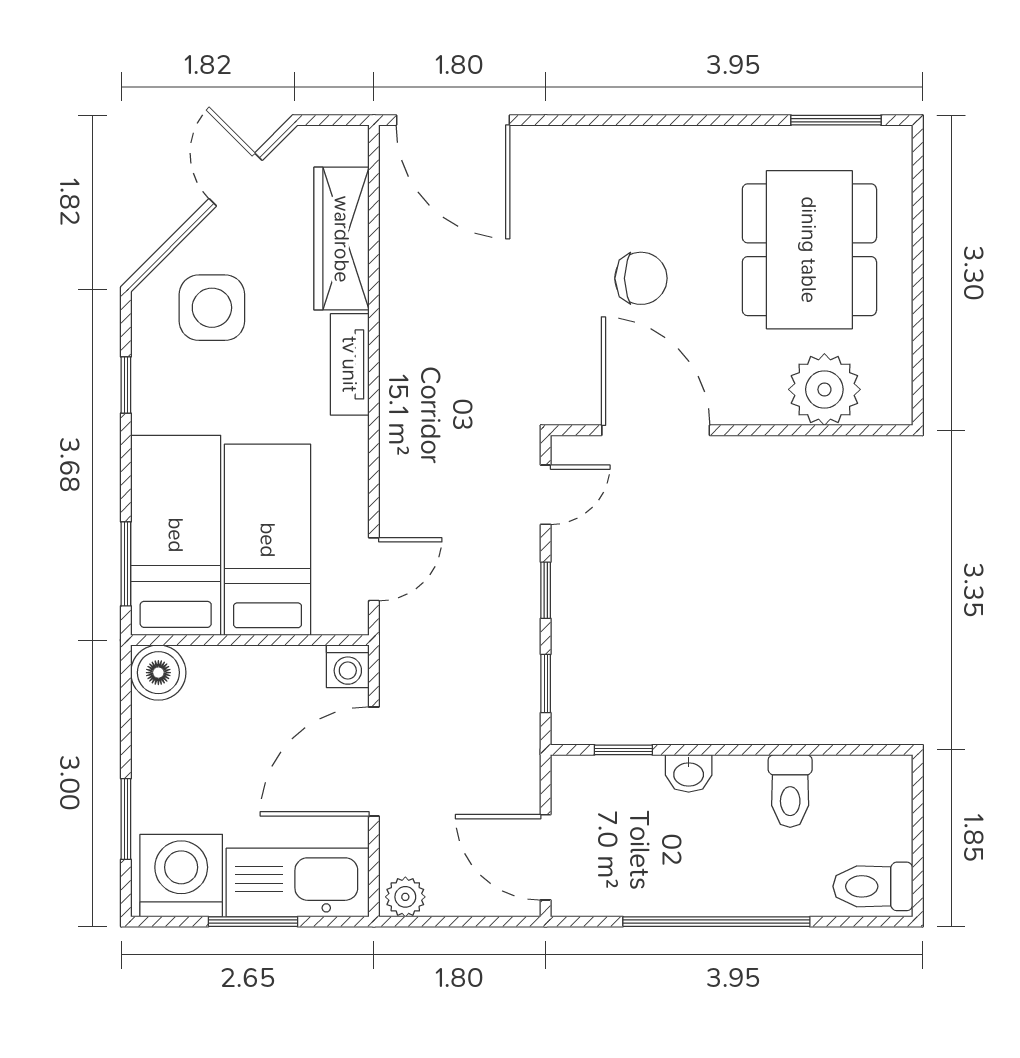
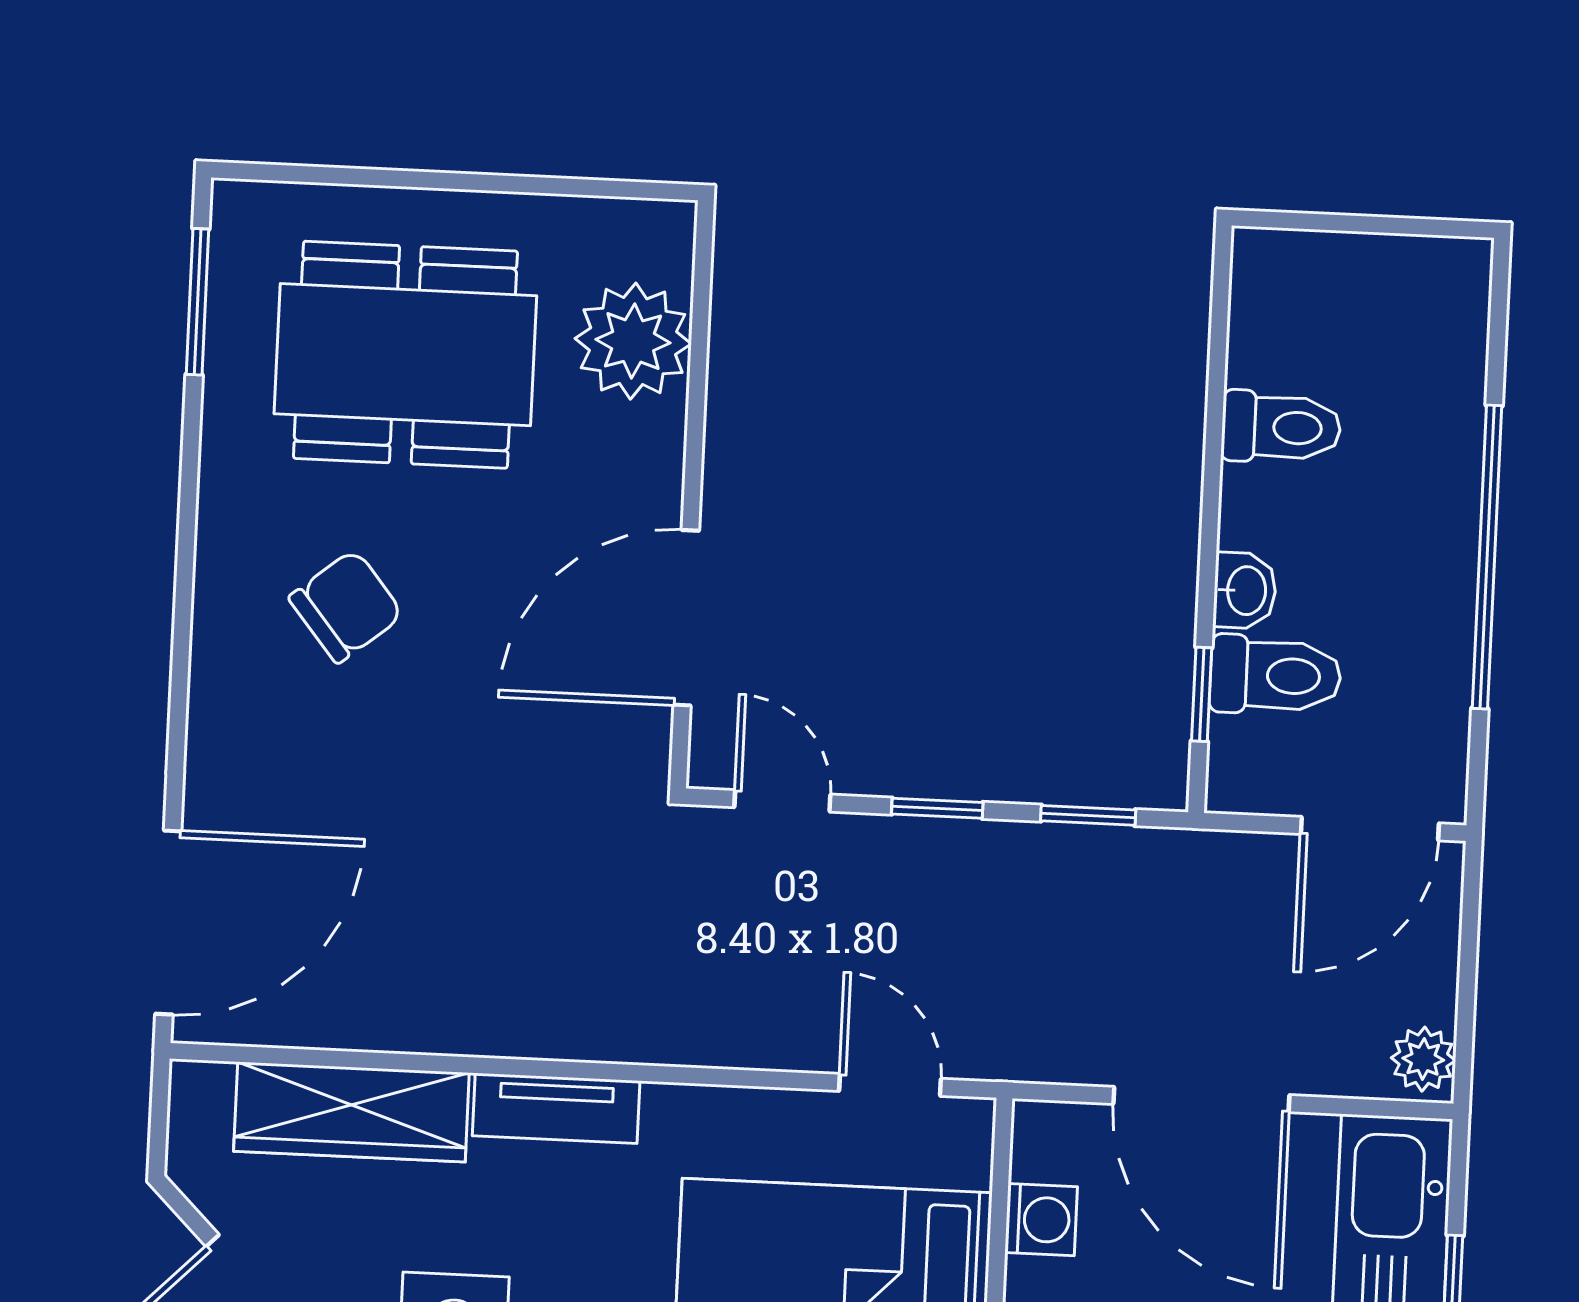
chair: (641, 278) -> (346, 606), moved, turned 51
washing machine: (348, 666) -> (1041, 1220), moved
toilet: (873, 886) -> (1275, 675), moved, turned -90

